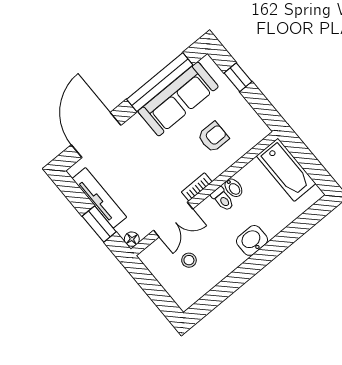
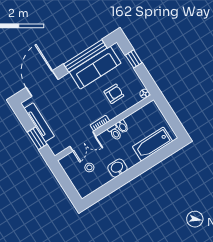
bathtub: (286, 170) -> (152, 144), moved, turned 90
floor lamp: (132, 239) -> (145, 94), moved
washbasin: (252, 240) -> (117, 168), moved

